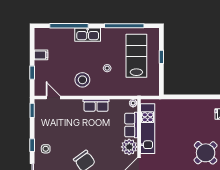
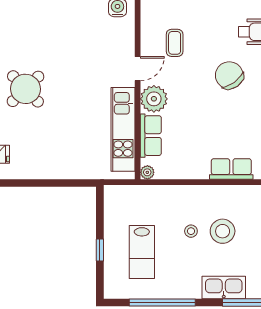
lab bench: (136, 56) -> (142, 252), width x0.73, depth x0.72
stool: (82, 80) -> (223, 231), moved
row of seats: (96, 105) -> (231, 169), moved

